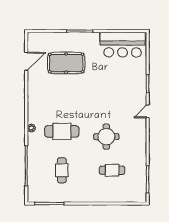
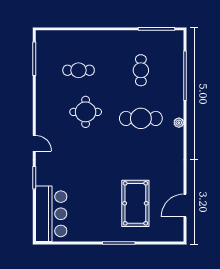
bar counter: (123, 45) -> (51, 214), moved, turned 90
pool table: (66, 63) -> (135, 203), turned 90
door: (148, 111) -> (34, 143), hinge flipped

